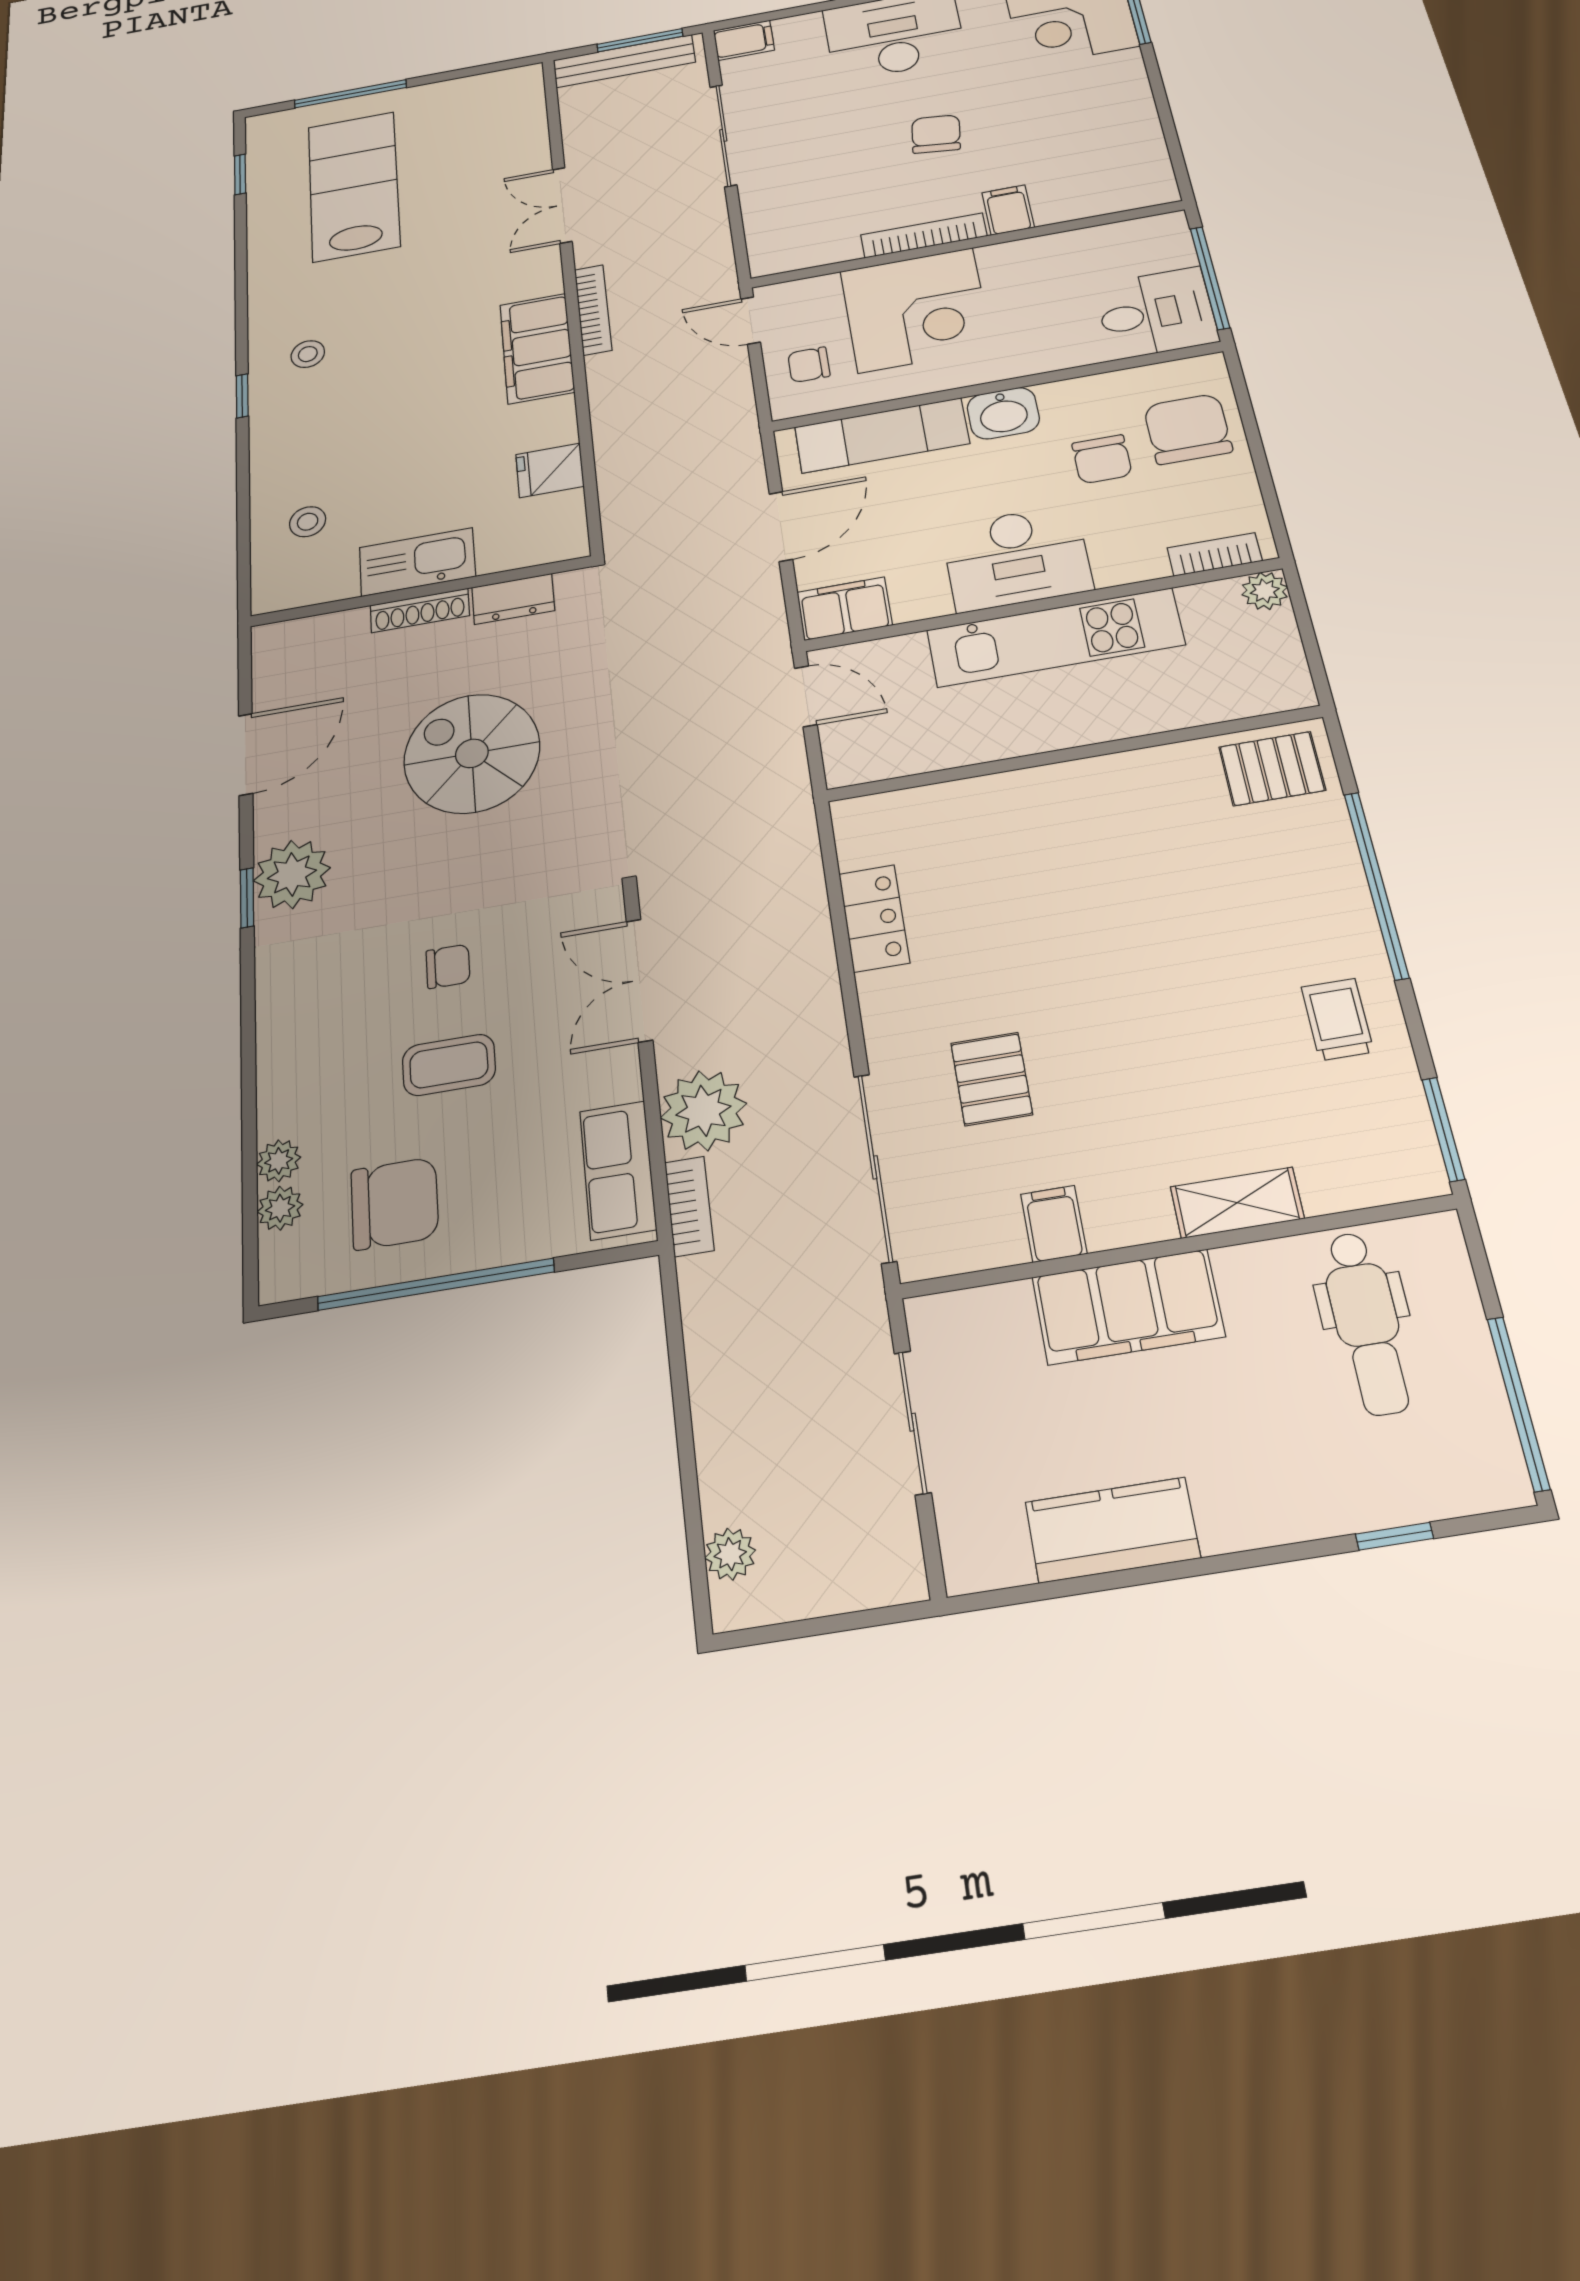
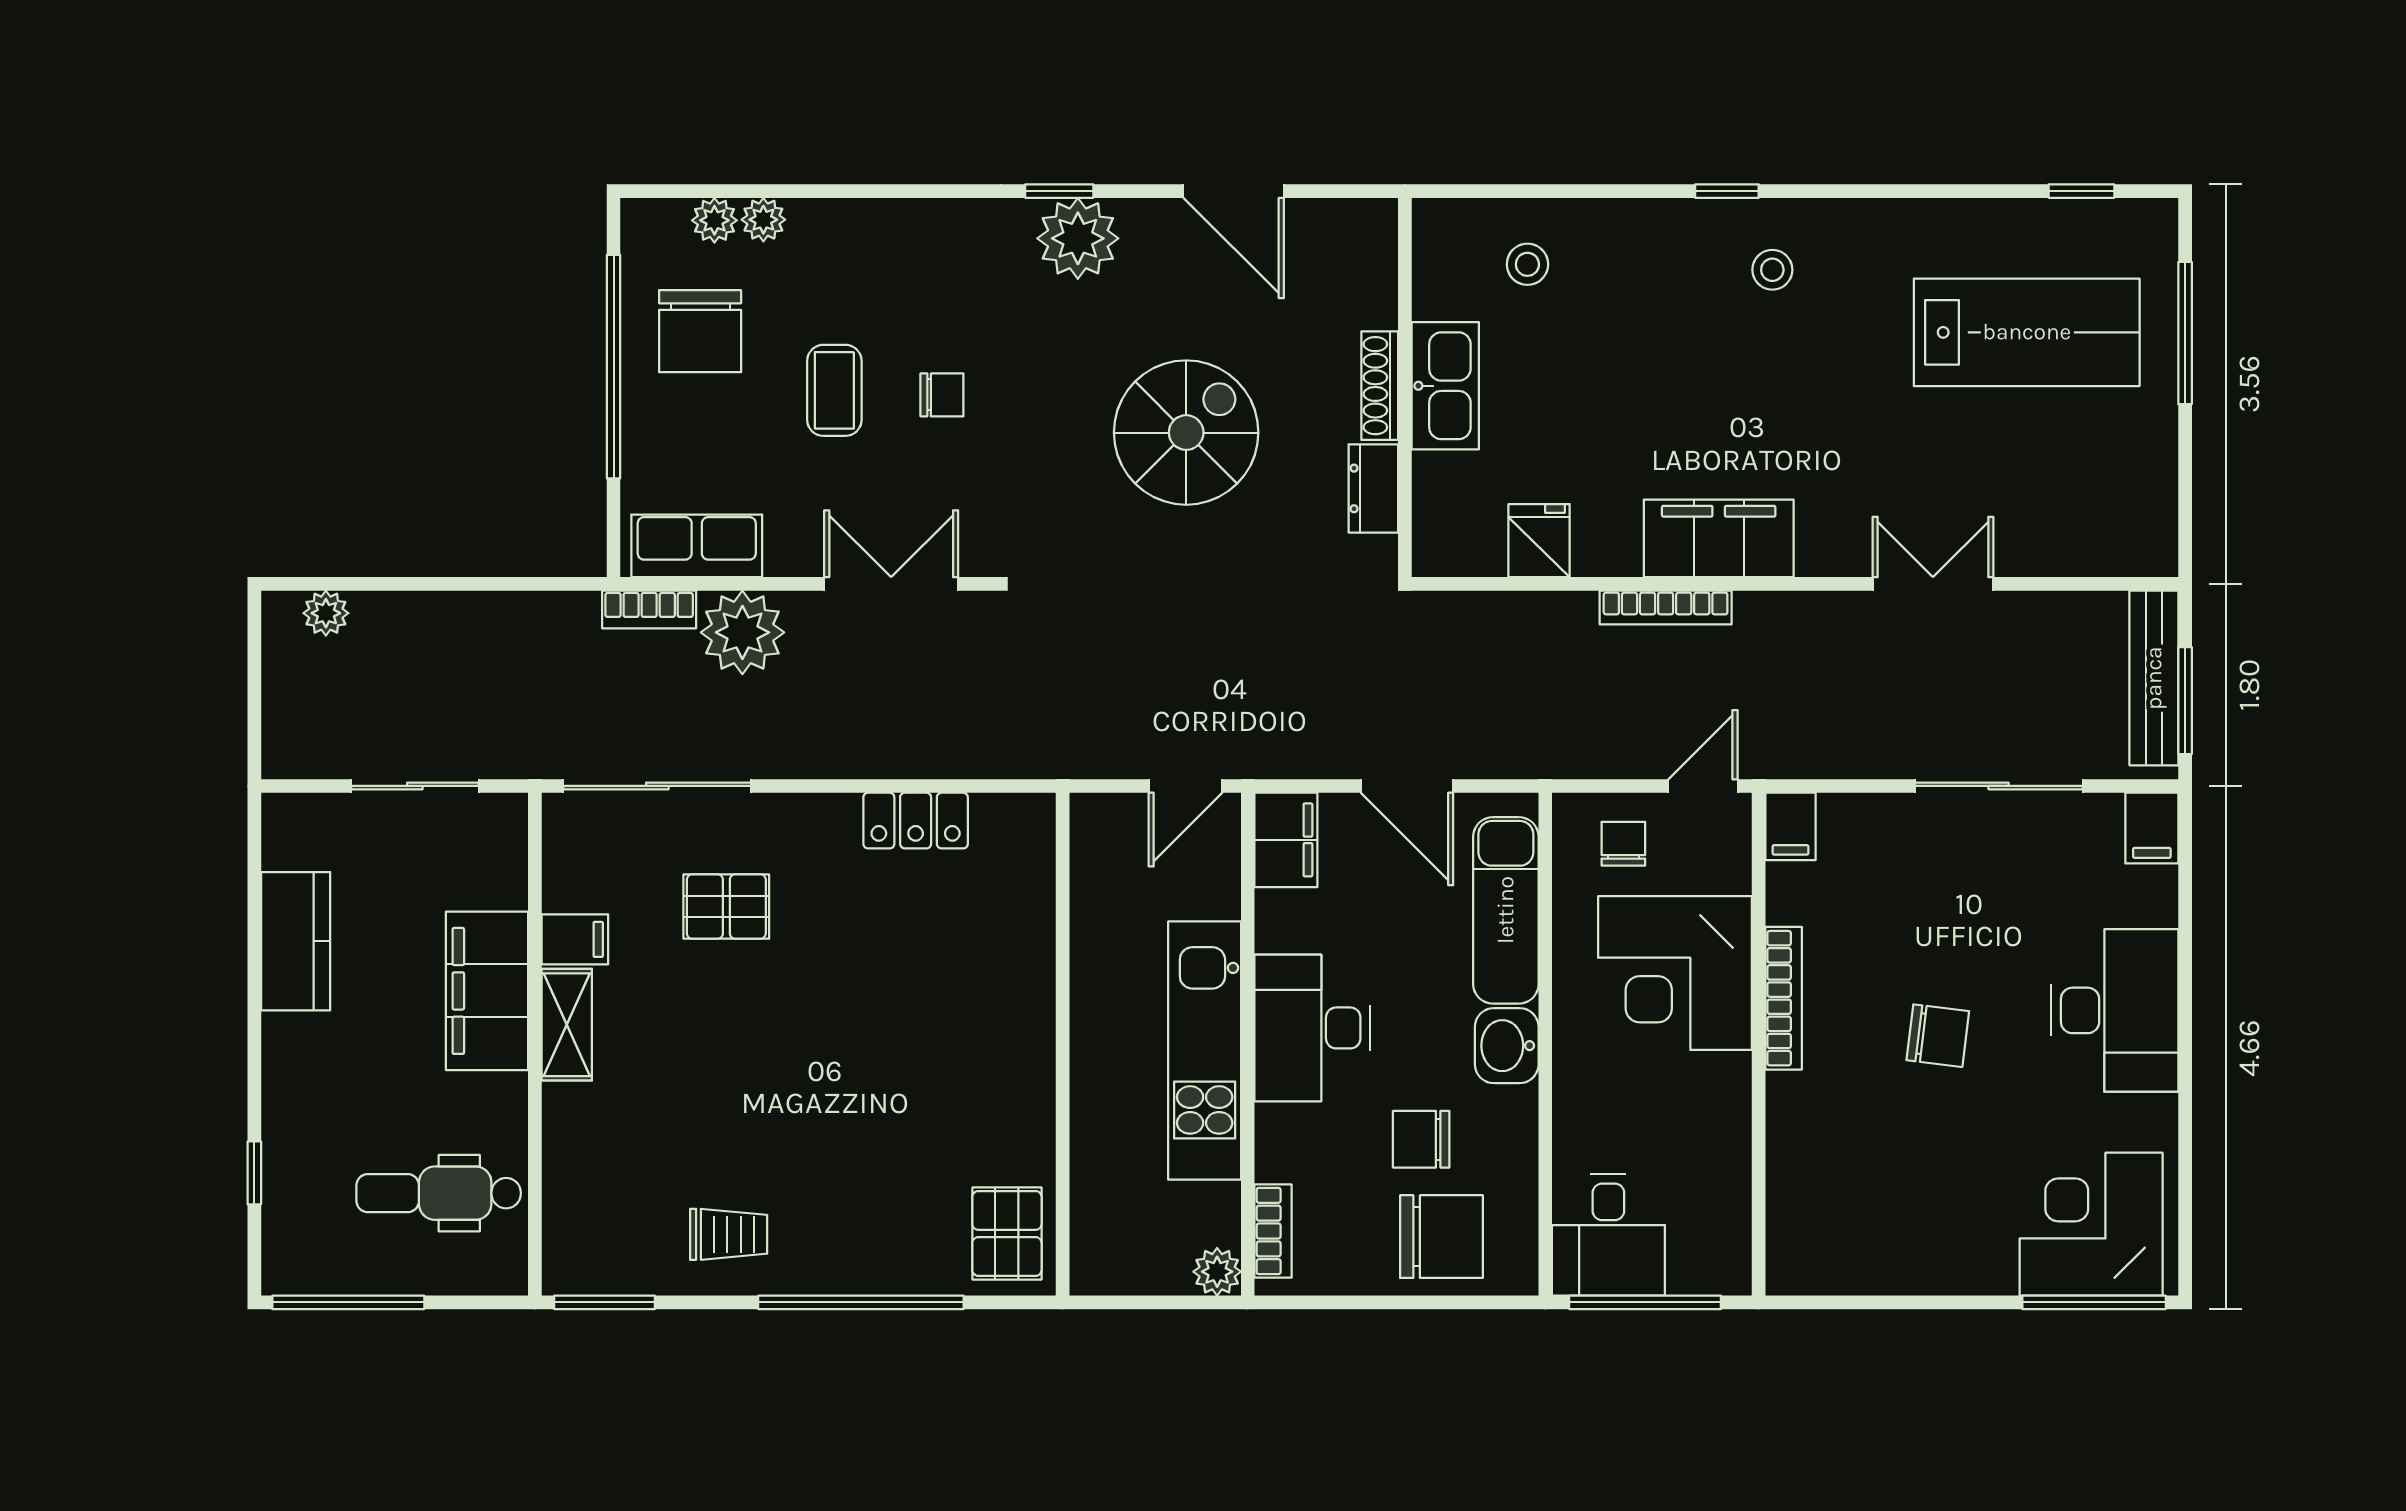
filing cabinet: (1008, 210) -> (1791, 826), moved, turned 90
bookcase: (593, 310) -> (1666, 608), moved
chair: (448, 966) -> (942, 395), turned -90
shelving: (1237, 1203) -> (567, 1025), moved

